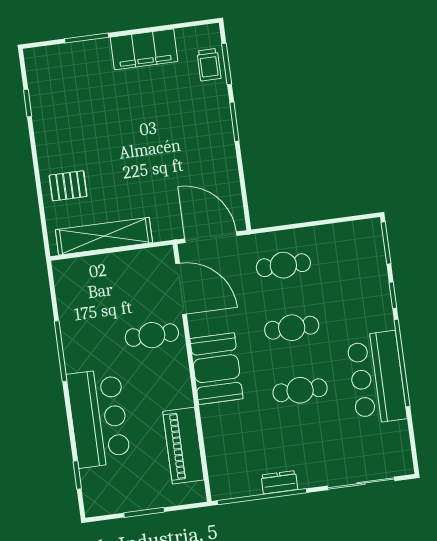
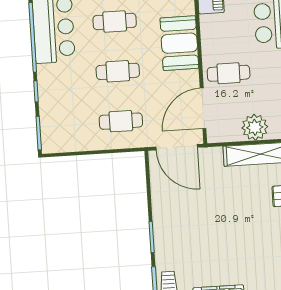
plant: (114, 269) -> (255, 127), added
door: (181, 289) -> (203, 108), hinge flipped

